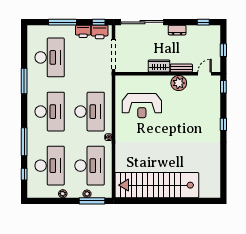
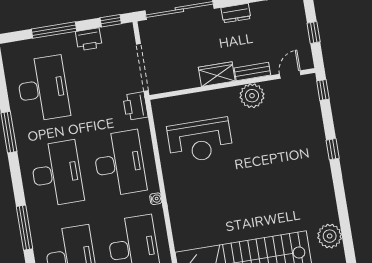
printer: (100, 32) -> (135, 106), moved, turned 90
plant: (213, 178) -> (330, 236), added

